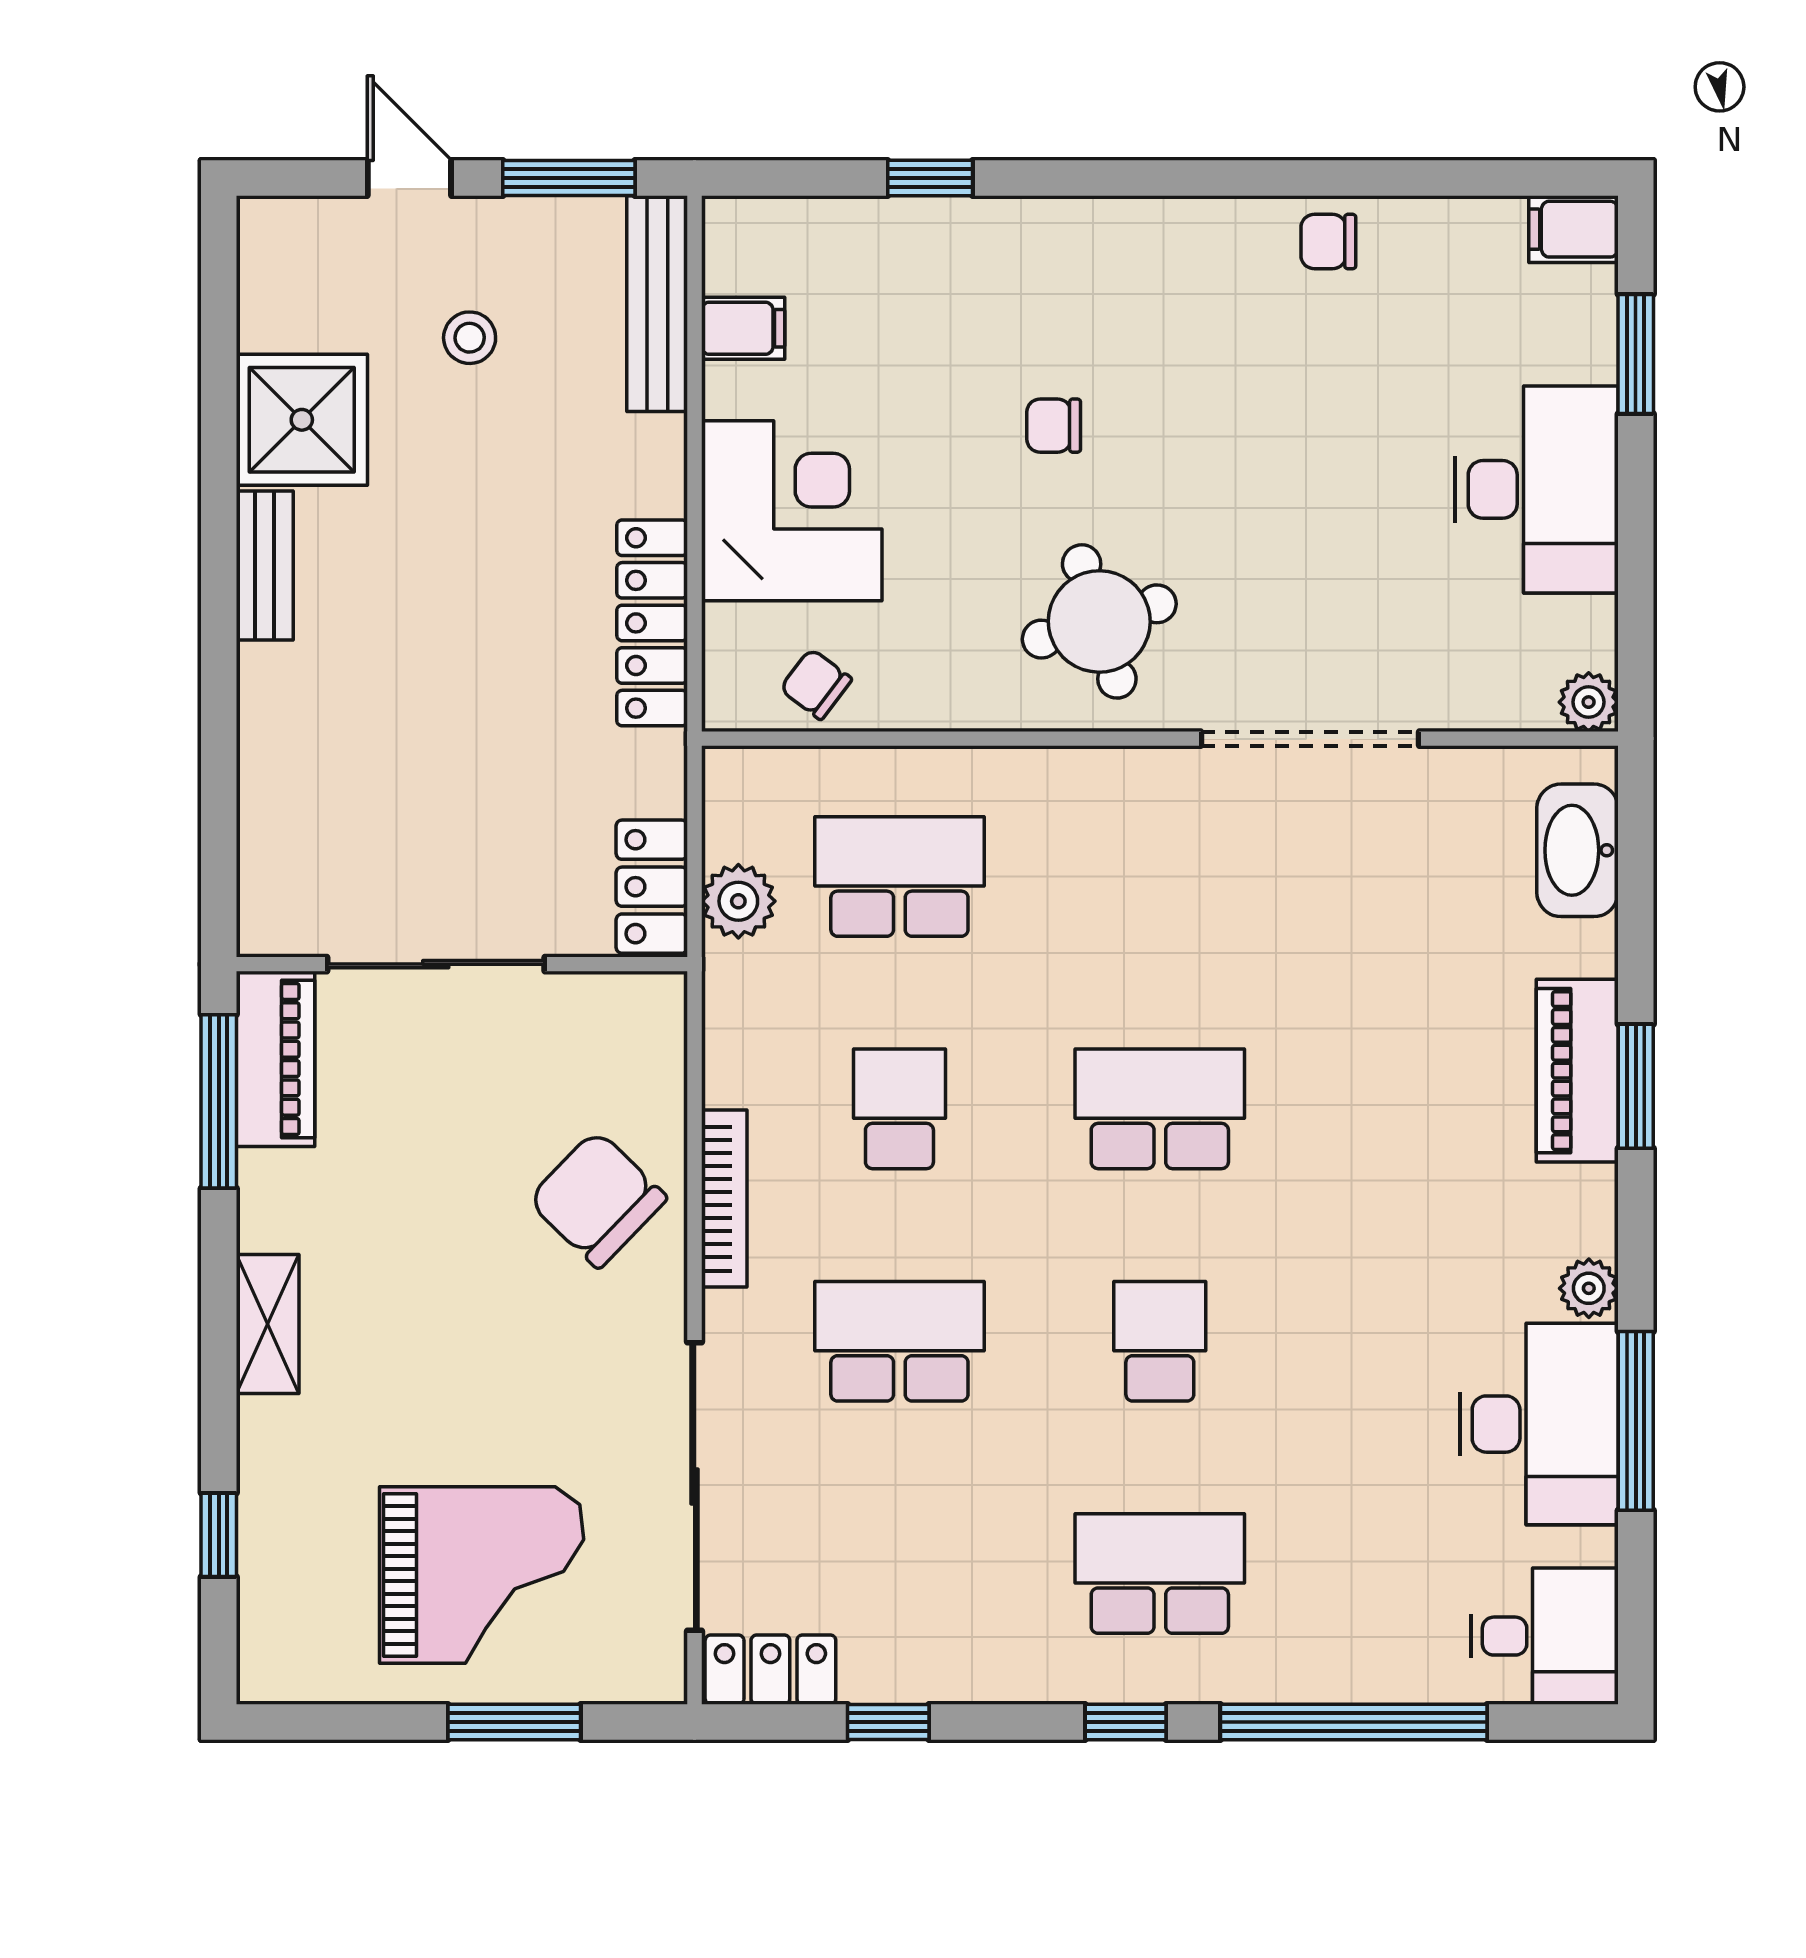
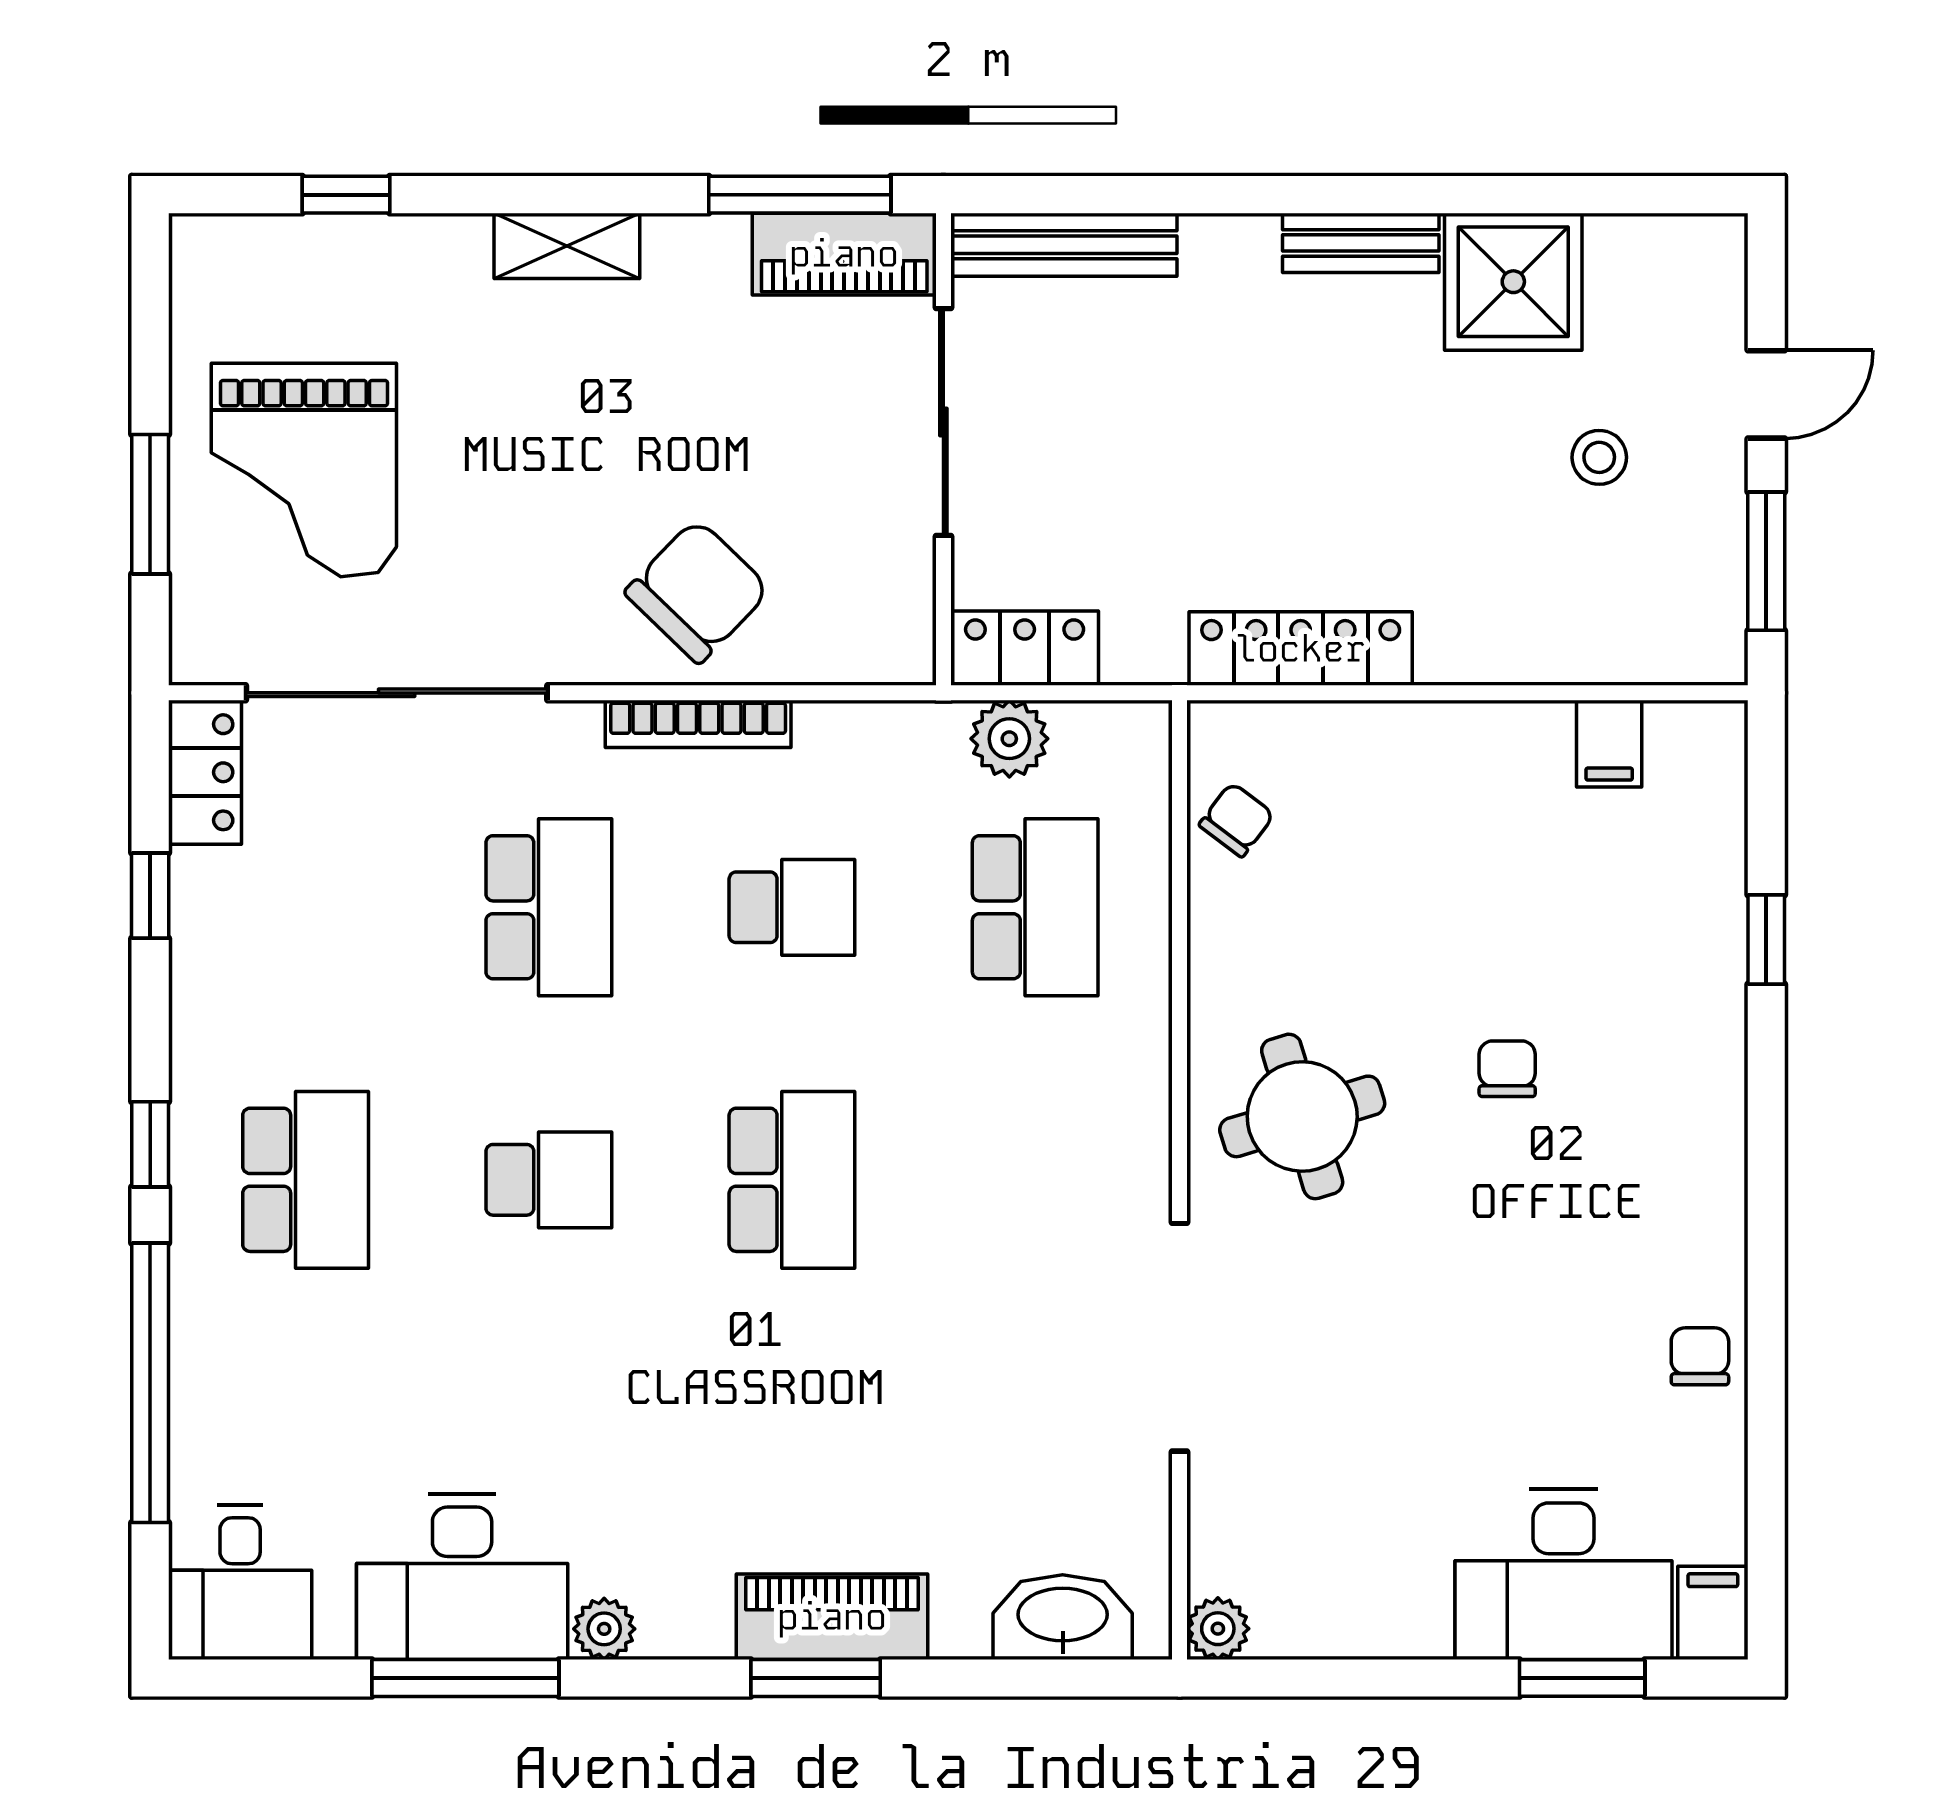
bench: (657, 304) -> (1064, 245), moved
desk: (1537, 489) -> (1564, 1574), moved
corner desk: (792, 511) -> (1418, 794), removed

